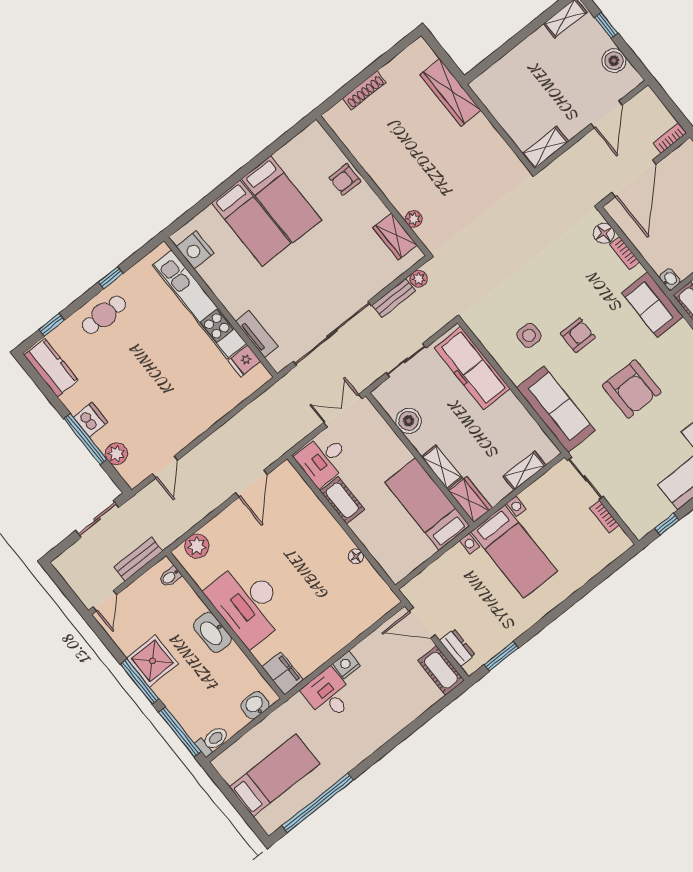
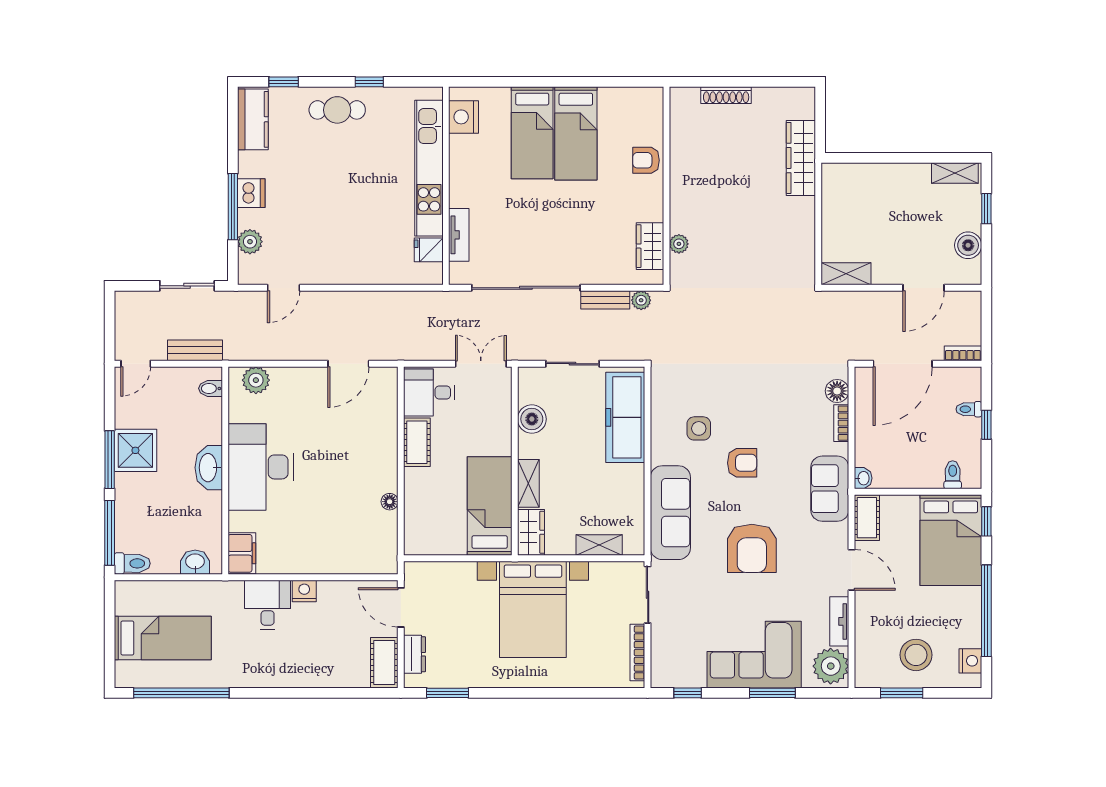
bookcase: (604, 517) -> (637, 653), width x1.56
bed with nightstands: (514, 552) -> (533, 609), width x1.36

